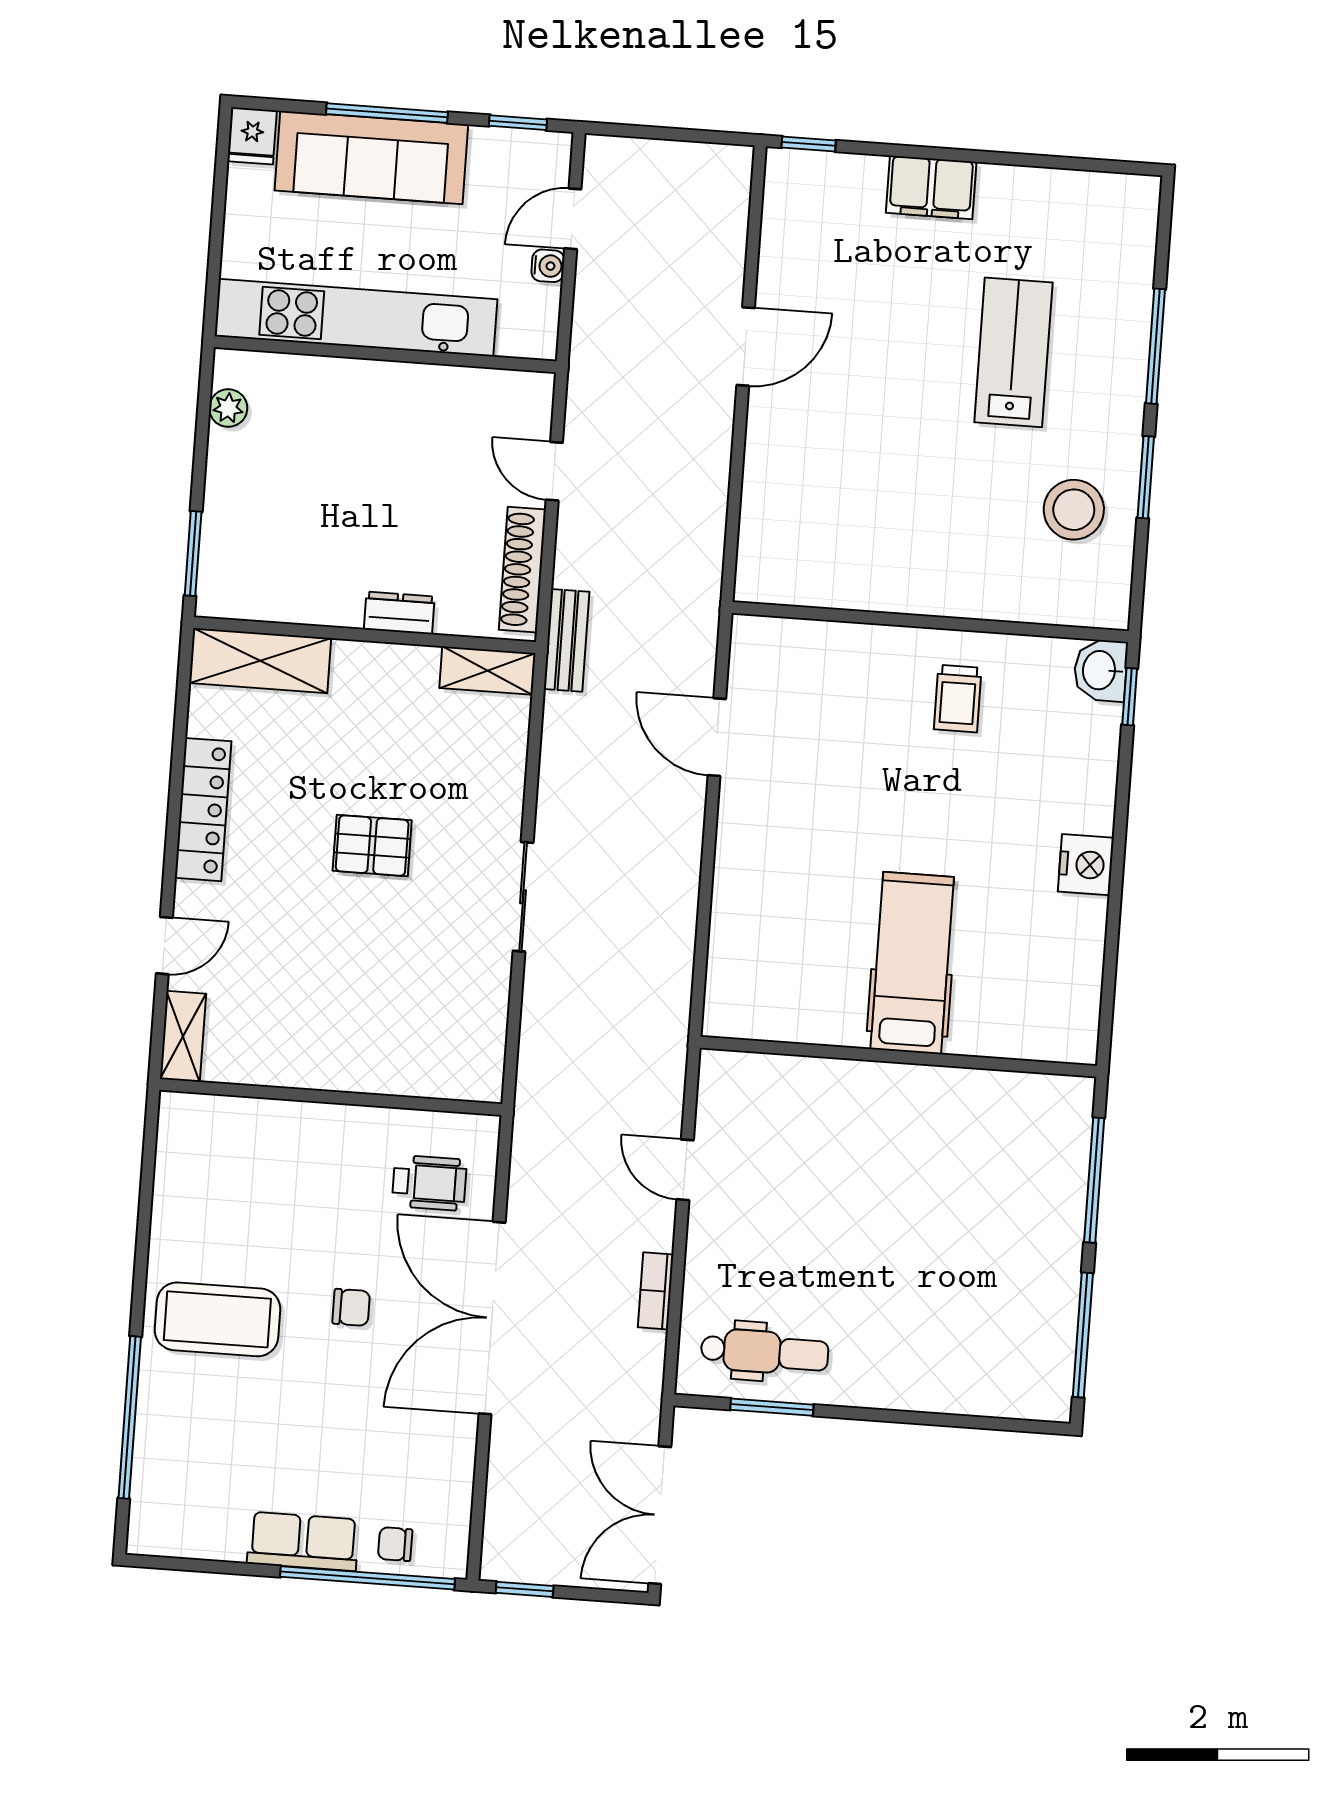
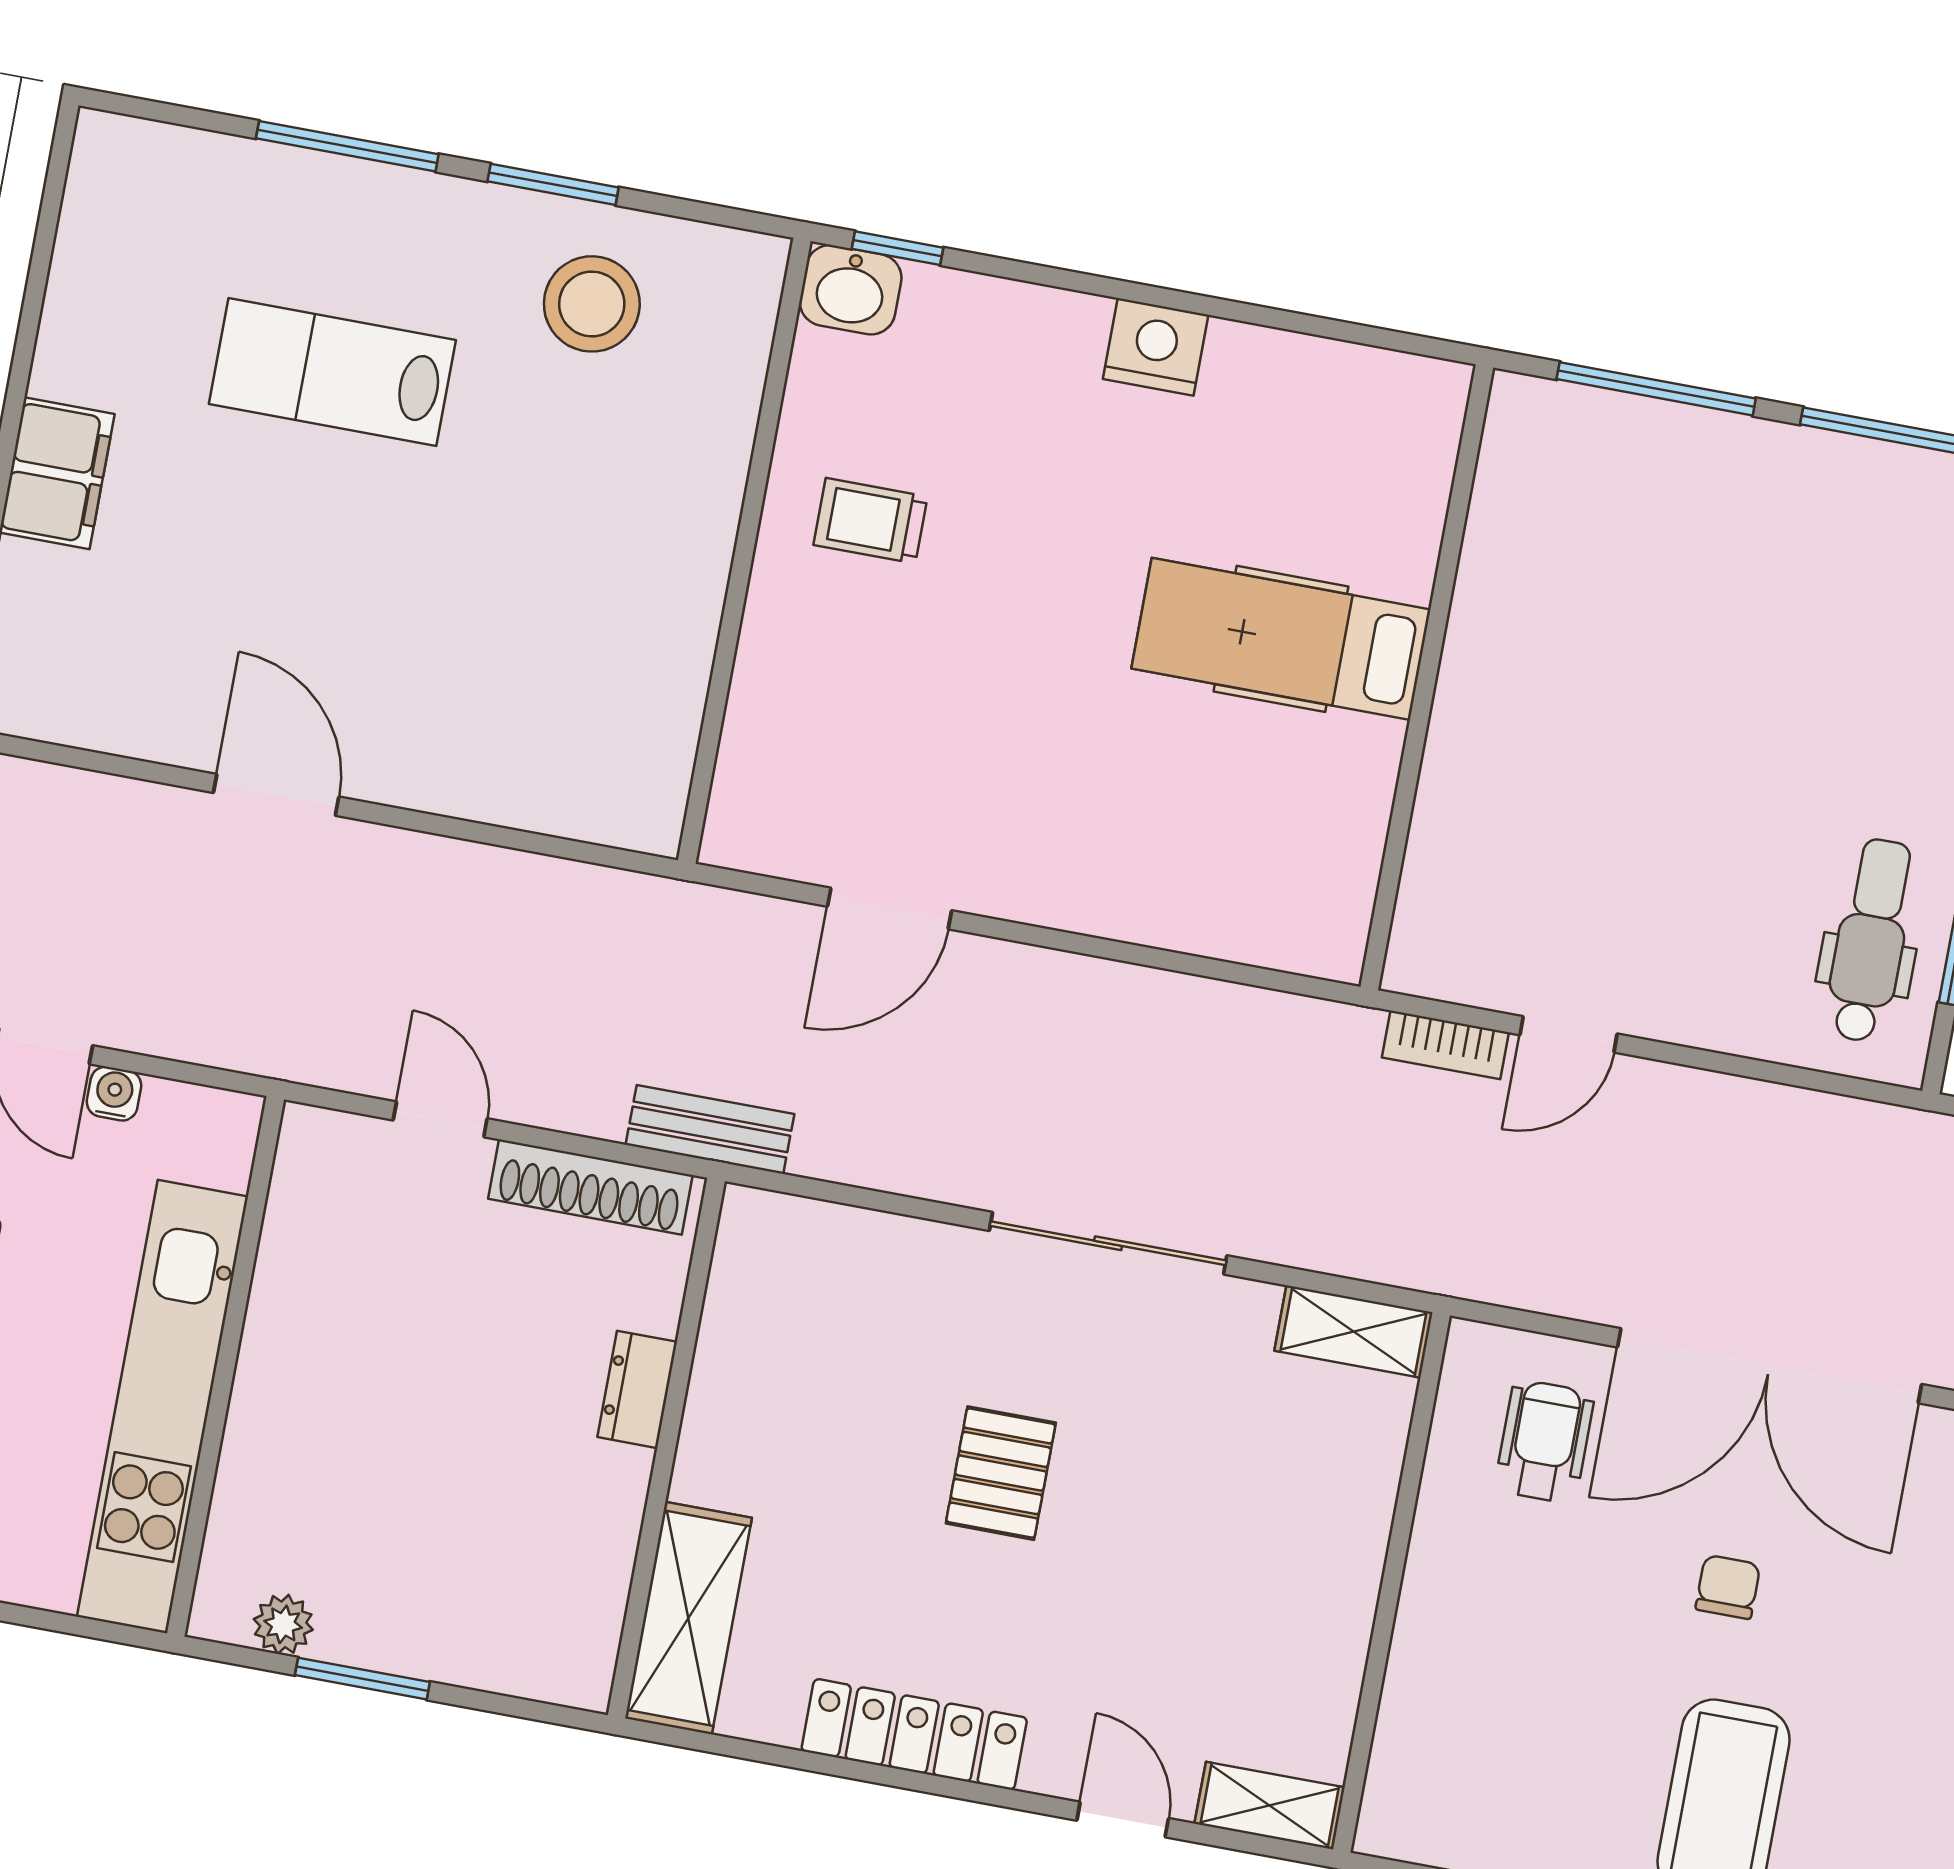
door: (554, 471) -> (440, 1119), swing flipped
window: (193, 554) -> (362, 1679), moved
shelving: (487, 671) -> (1354, 1332), moved, turned 90
trolley: (958, 699) -> (870, 521), turned 180
sliding door: (523, 897) -> (1108, 1243), width x1.37
bookcase: (656, 1291) -> (1445, 1045), moved

